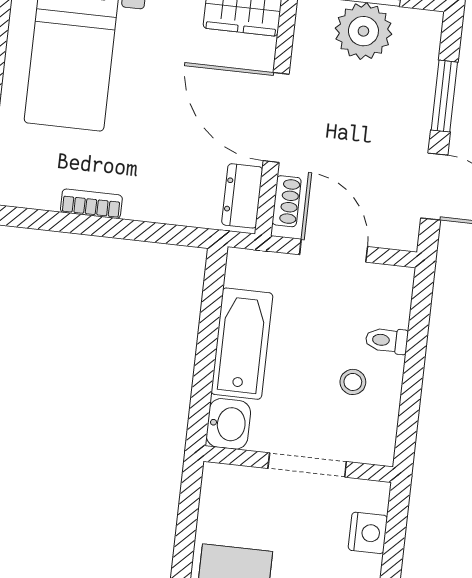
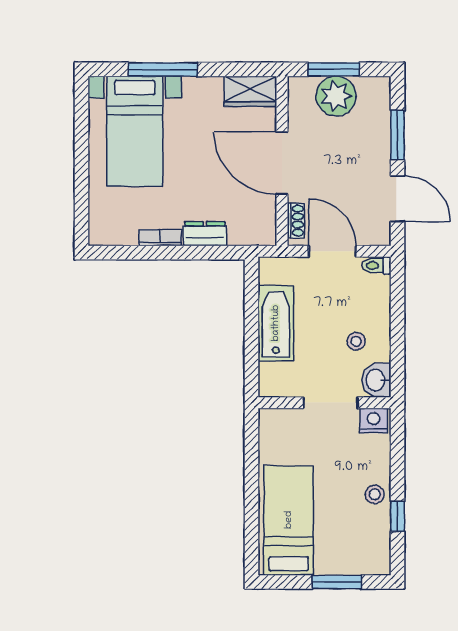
dresser: (242, 196) -> (205, 234), moved, turned 90
toilet: (387, 340) -> (376, 266), moved
washbasin: (228, 424) -> (376, 380), moved, turned 180
nightstand: (368, 533) -> (374, 421), moved, turned -90

